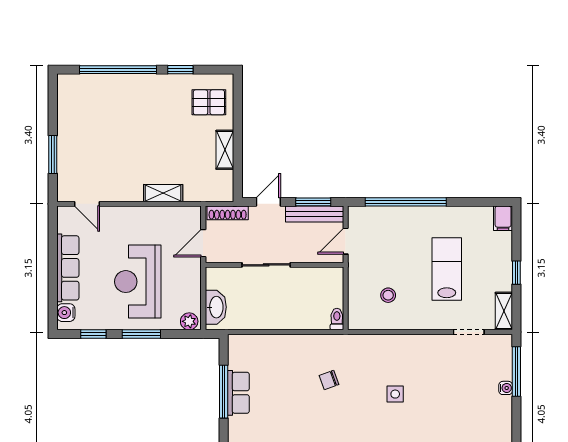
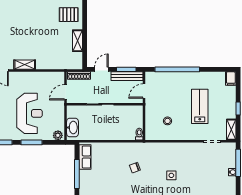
shelving: (163, 193) -> (25, 65), moved
reception desk: (138, 282) -> (29, 113), turned 180
row of seats: (238, 393) -> (85, 157), moved

